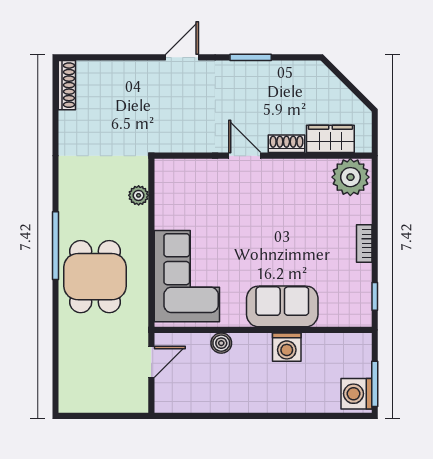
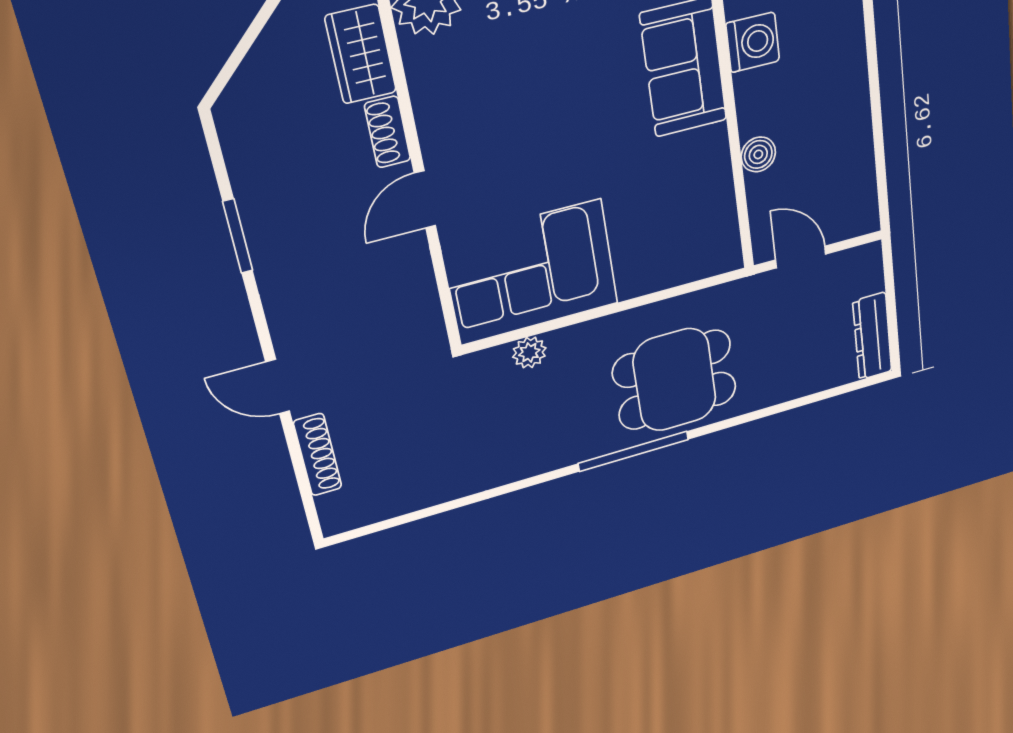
door: (182, 57) -> (278, 387), moved
shoe rack: (67, 85) -> (318, 455), moved, turned 90
corner sofa: (187, 276) -> (531, 272), moved
dresser: (86, 402) -> (872, 336), added

